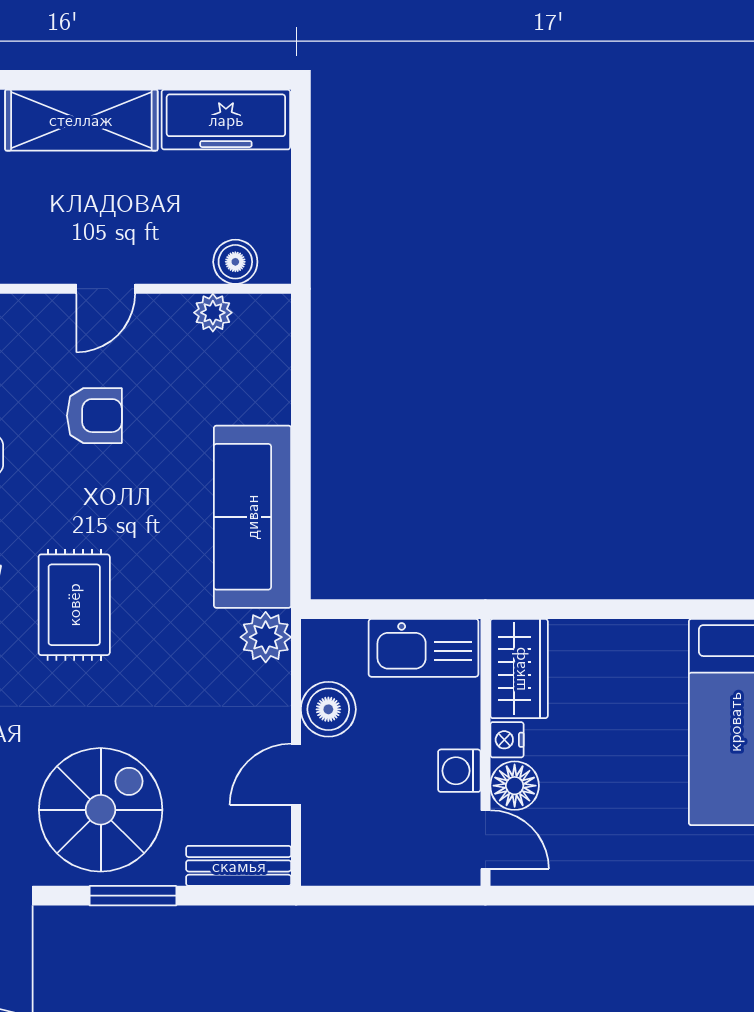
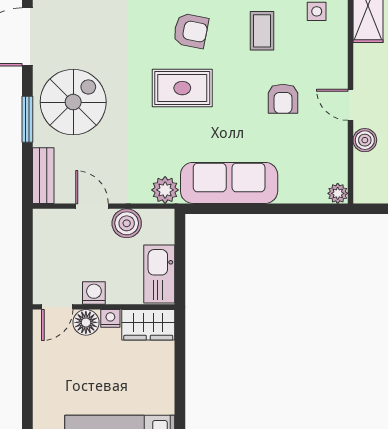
boiler: (235, 262) -> (365, 140), moved
plant: (213, 313) -> (338, 193), moved
spiral stairs: (101, 810) -> (73, 102), turned -90

